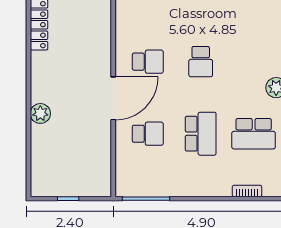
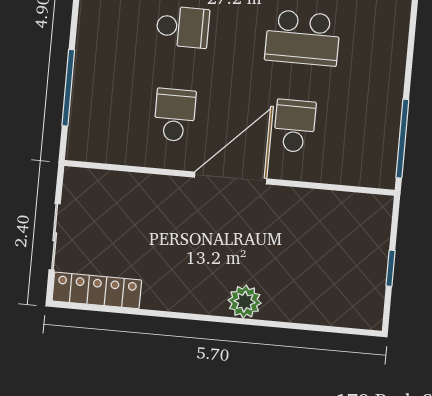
door: (113, 98) -> (231, 178), hinge flipped
school desk: (201, 134) -> (303, 38), turned 180

